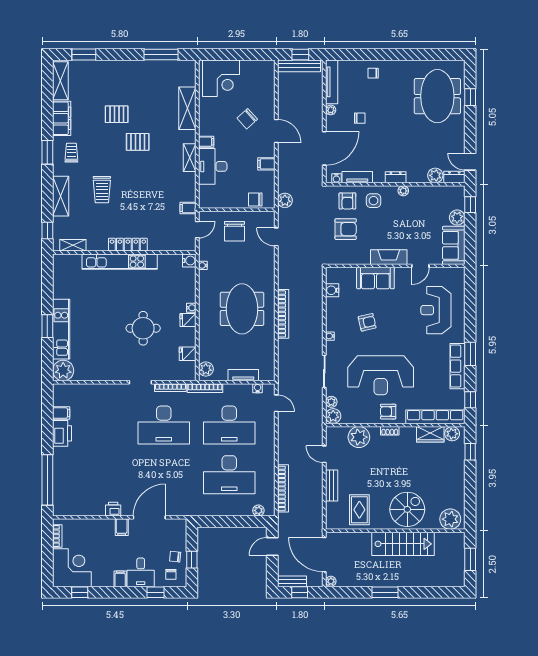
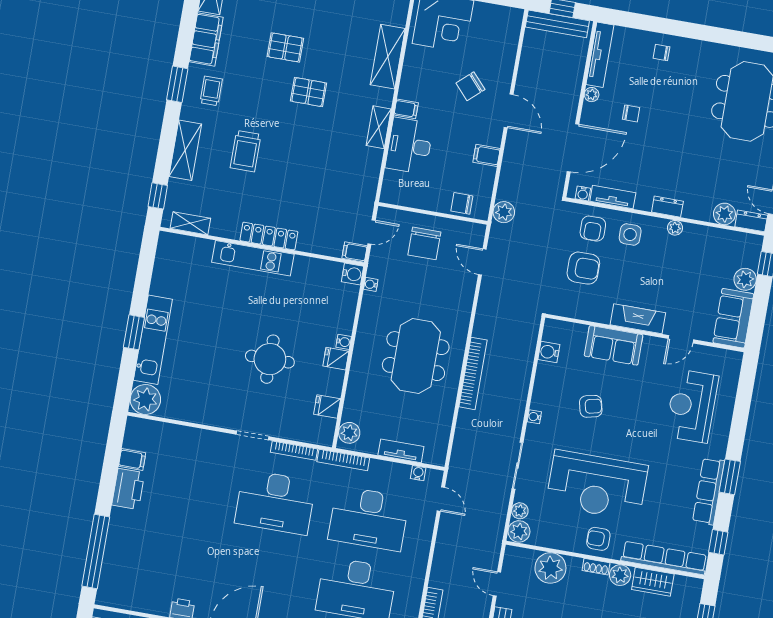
filing cabinet: (188, 208) -> (355, 252), moved
kitchen unit: (120, 262) -> (253, 258), width x0.73
plant: (452, 434) -> (620, 575), moved

